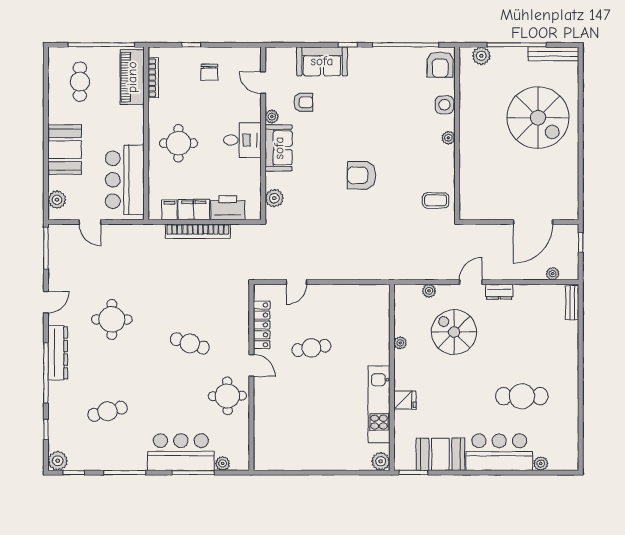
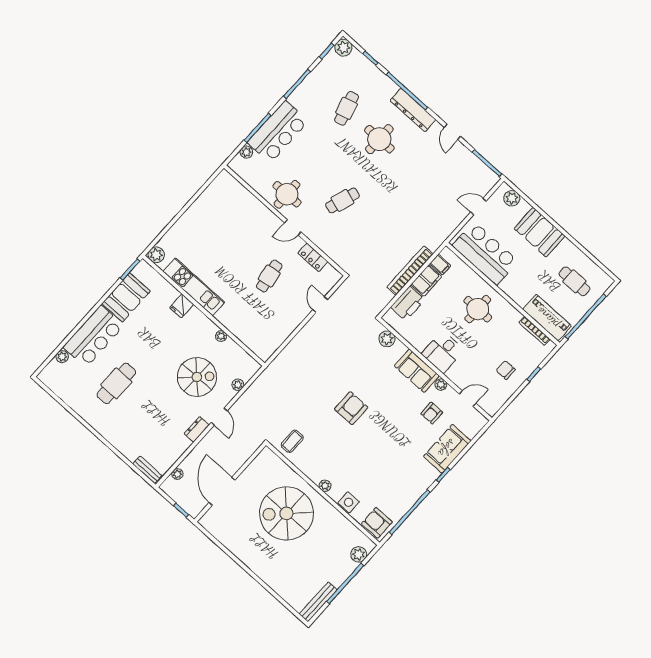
spiral stairs: (538, 118) -> (286, 513), moved
round table: (112, 319) -> (379, 139), moved
locker: (262, 325) -> (313, 257), width x0.66

